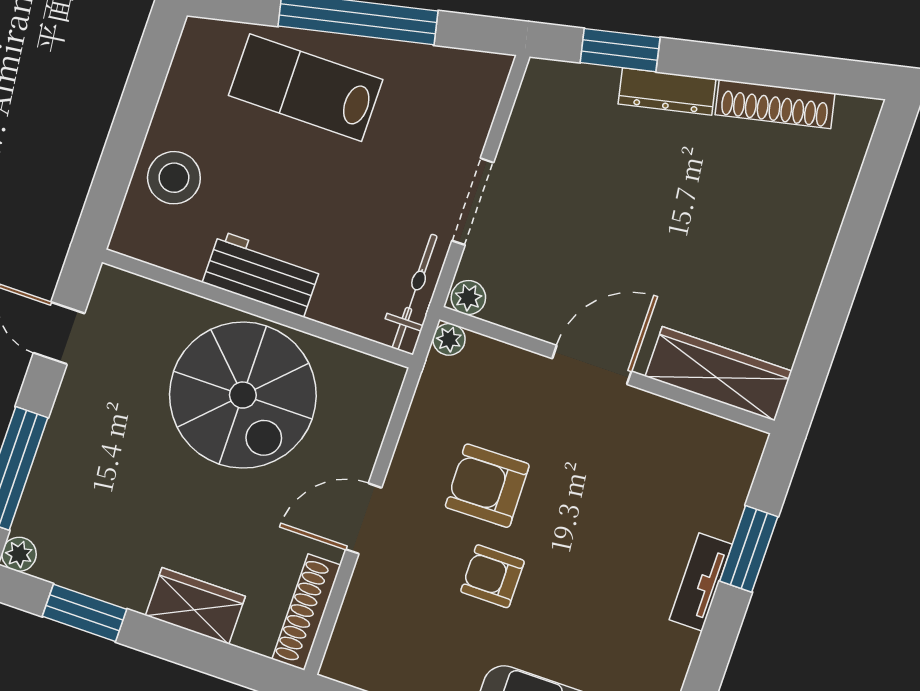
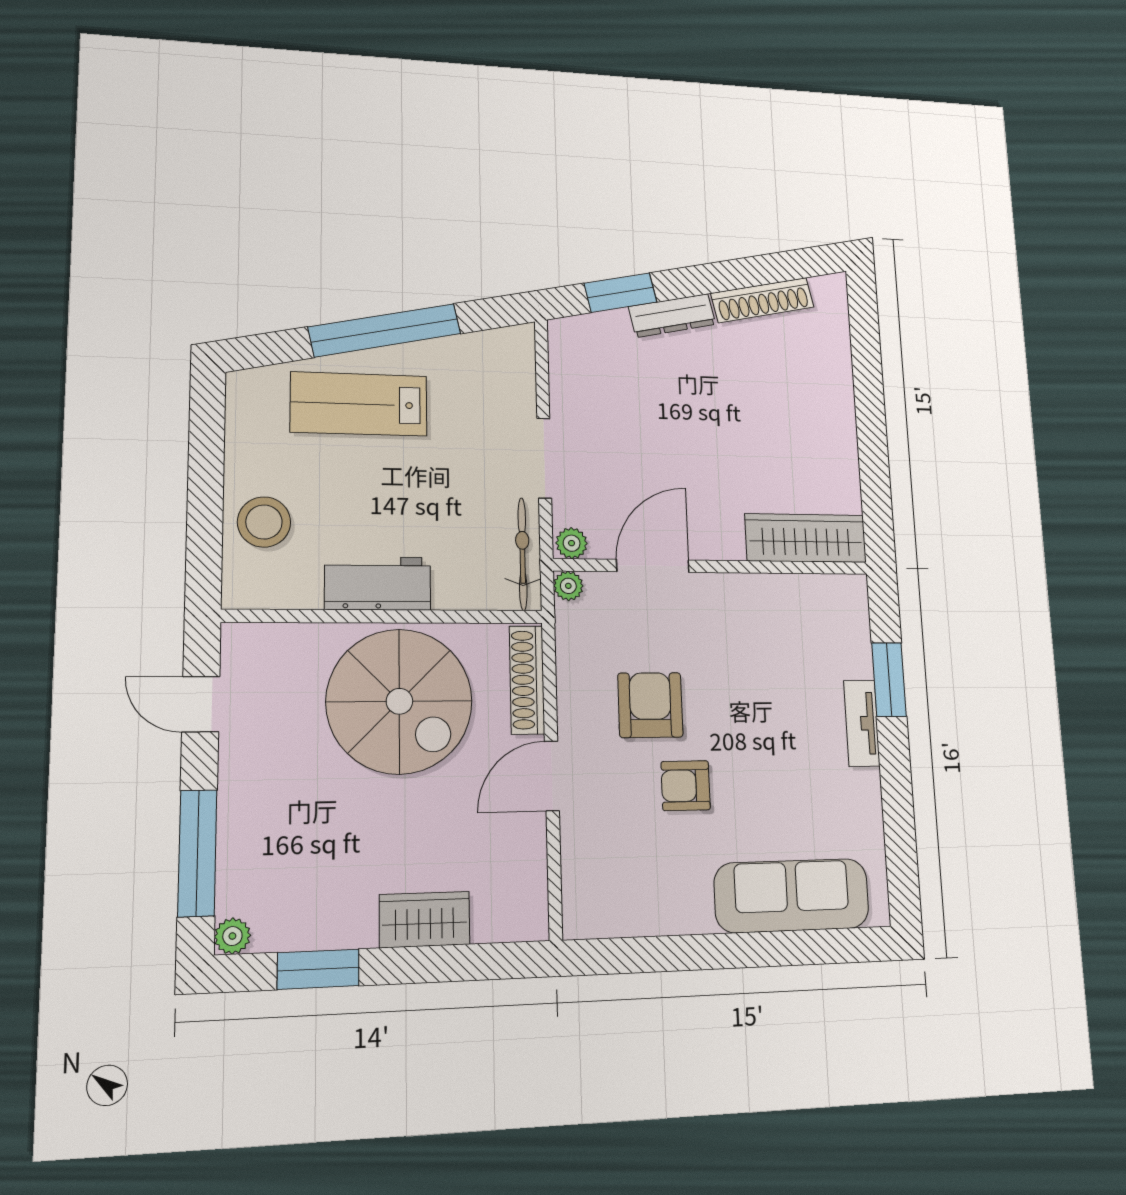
door: (592, 365) -> (653, 566), moved
armchair: (487, 486) -> (650, 705), turned 91
shoe rack: (306, 612) -> (527, 680), moved

